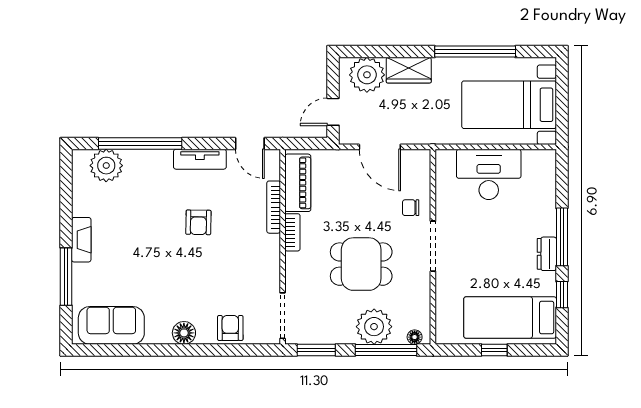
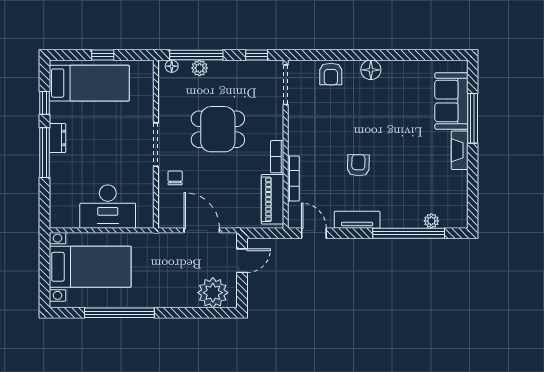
wardrobe: (409, 70) -> (177, 297), removed
plant: (106, 166) -> (431, 221), width x0.53, depth x0.53
chair: (411, 208) -> (175, 178), turned -90
sofa: (111, 325) -> (451, 101), moved, turned 90
plant: (374, 327) -> (200, 68), width x0.53, depth x0.53
window: (316, 350) -> (257, 55), width x0.67

